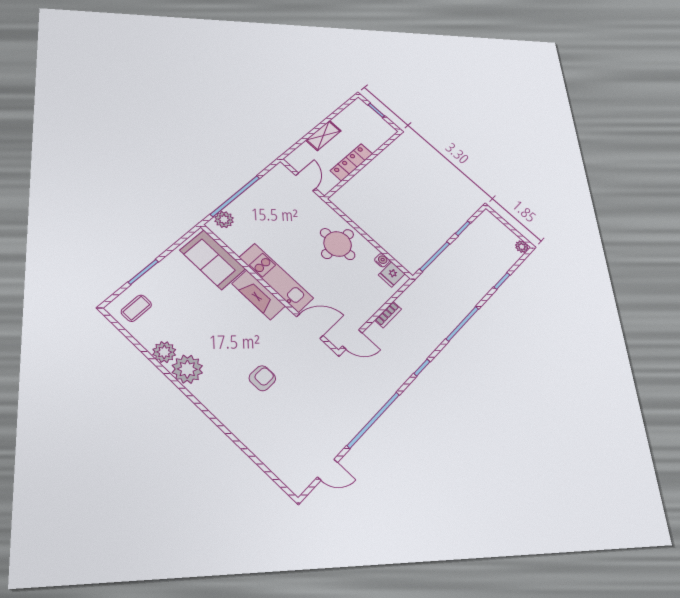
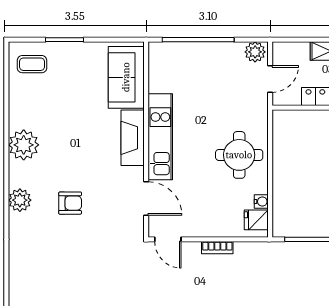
plant: (224, 220) -> (255, 52), moved
plant: (164, 352) -> (20, 200), moved

